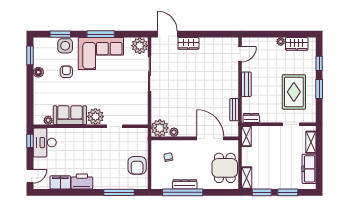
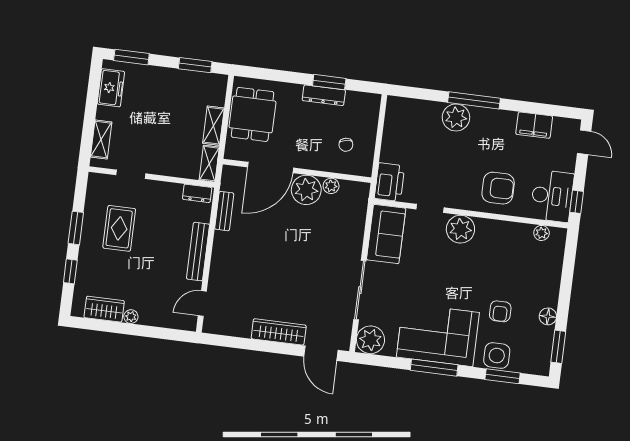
wardrobe: (188, 43) -> (279, 332), width x1.50
bench: (246, 84) -> (198, 252), width x1.36
rug: (294, 92) -> (119, 228), width x0.73, depth x0.70
sofa: (70, 115) -> (386, 234), moved, turned -90
plant: (160, 128) -> (306, 190), moved
door: (210, 138) -> (270, 168), hinge flipped
armchair: (137, 165) -> (498, 188), moved, turned 90
freezer: (309, 169) -> (111, 88), width x0.71
door: (30, 176) -> (584, 142), swing flipped
shelving: (247, 178) -> (213, 126), moved
printer: (82, 181) -> (390, 182), moved, turned -90
plant: (106, 181) -> (456, 117), added
window: (119, 192) -> (474, 100), moved
window: (183, 192) -> (329, 82), width x0.47
window: (288, 192) -> (131, 57), moved

